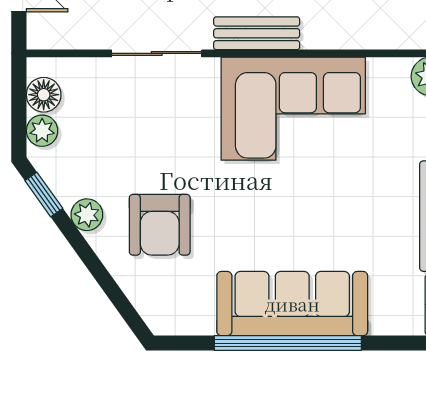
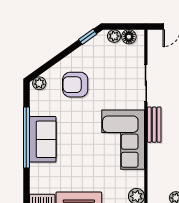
plant: (87, 215) -> (39, 83), moved
sofa: (292, 304) -> (43, 139), width x0.73

